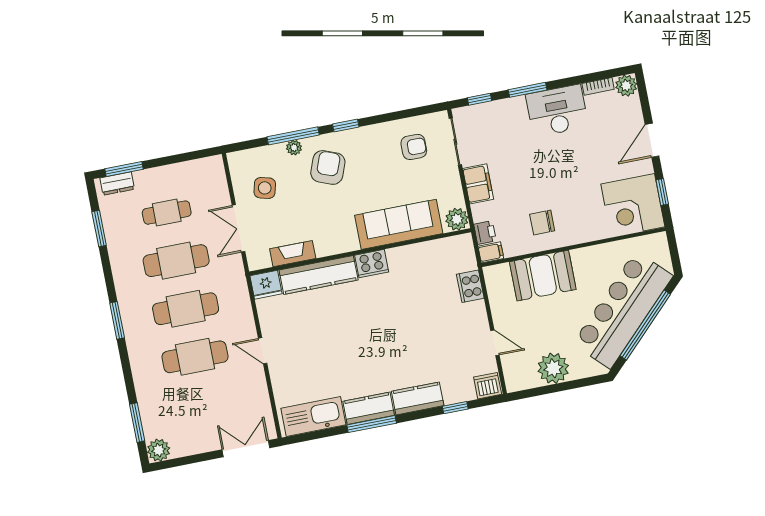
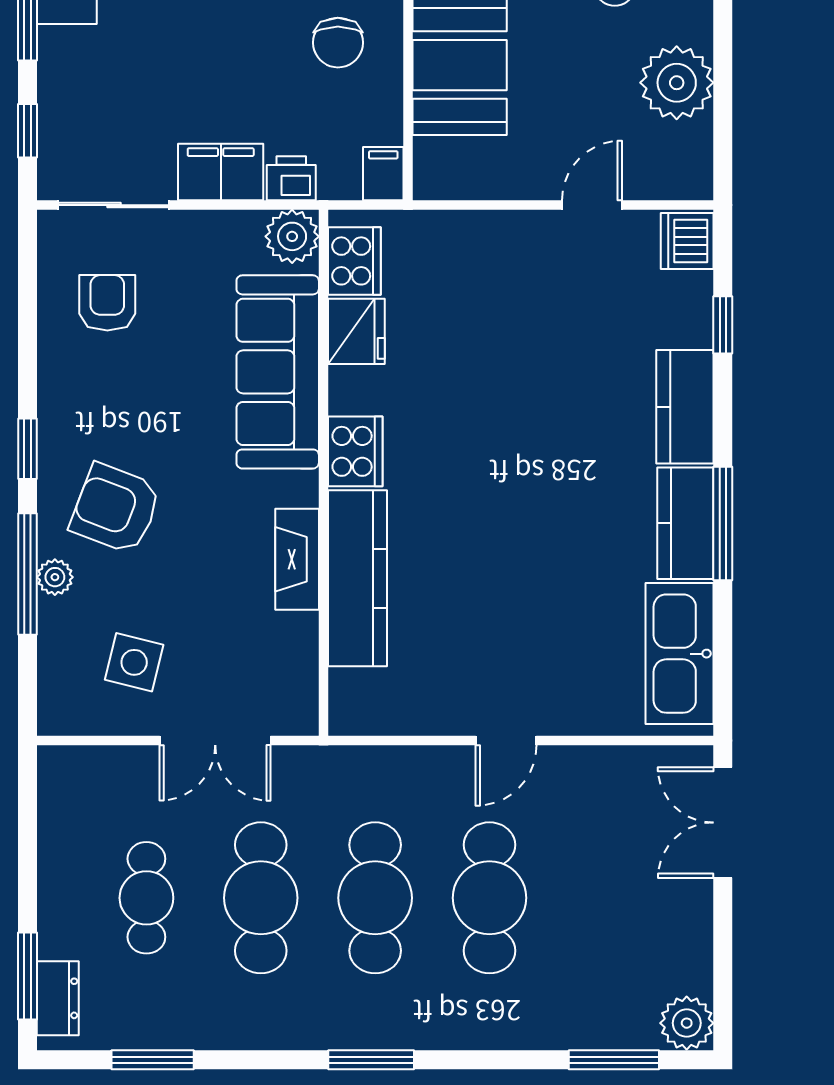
printer: (485, 233) -> (291, 178), moved
fireplace: (293, 254) -> (297, 559), moved
fridge: (266, 285) -> (356, 331), moved
cooker: (470, 286) -> (354, 261), moved, turned -90

